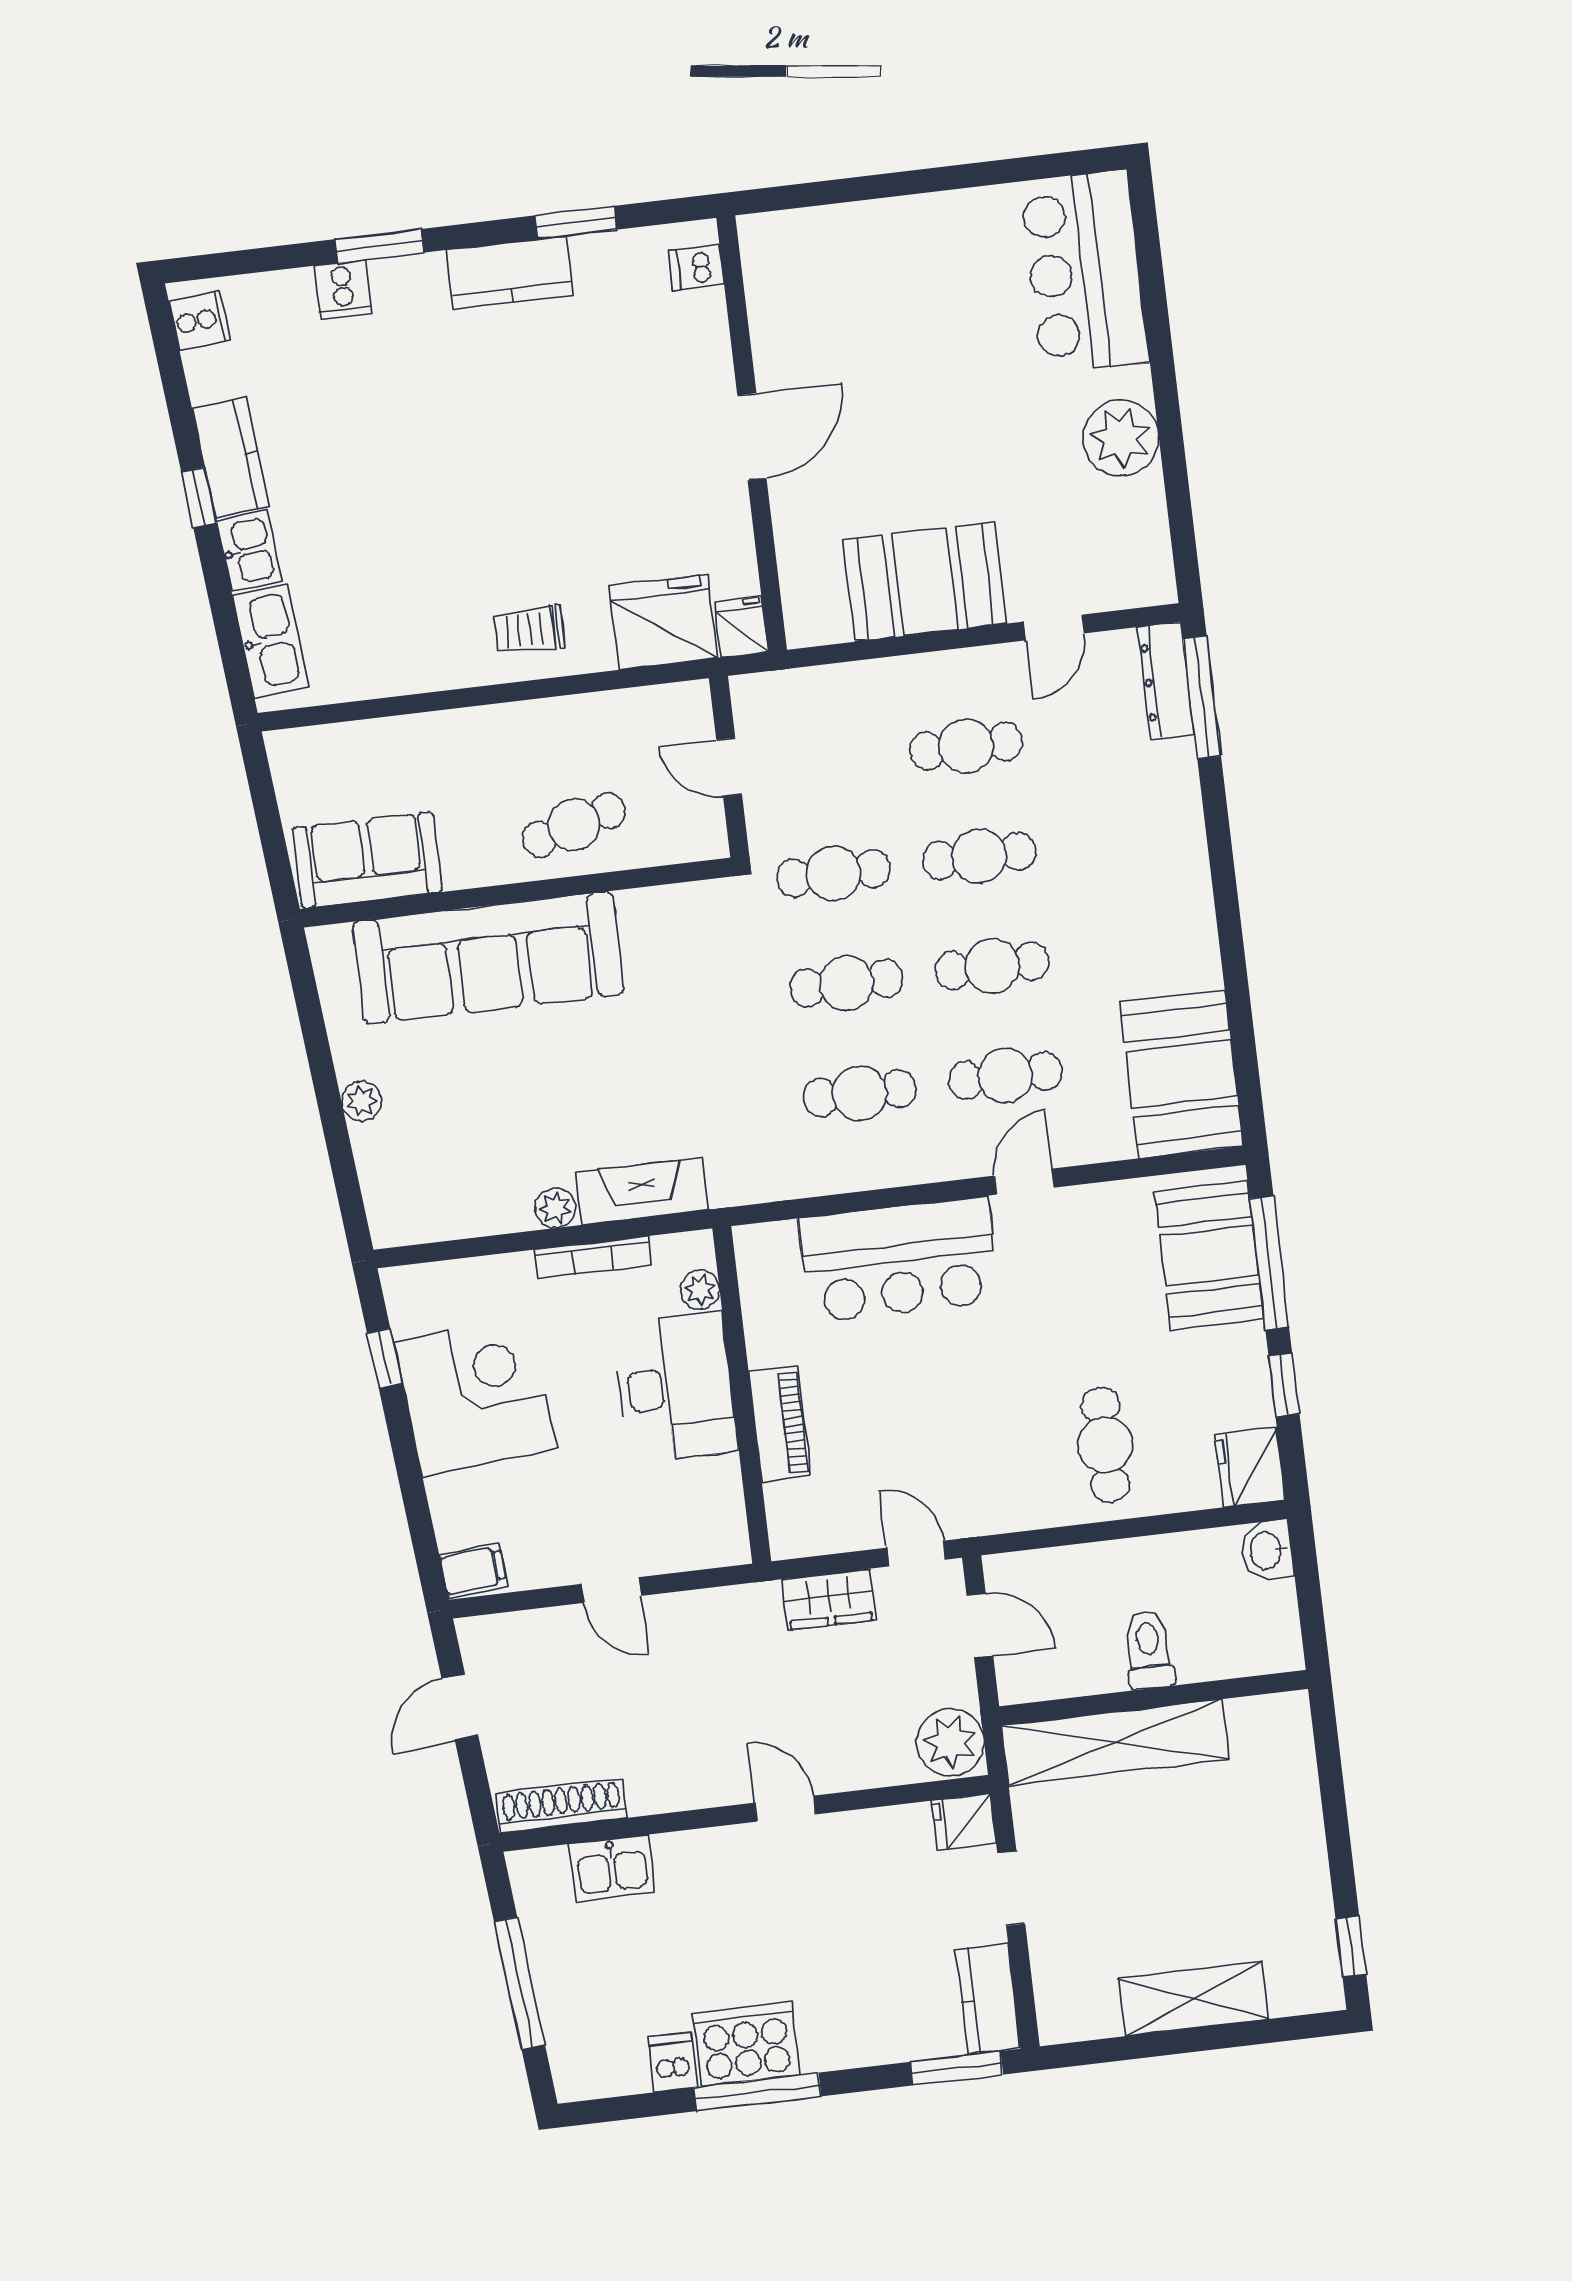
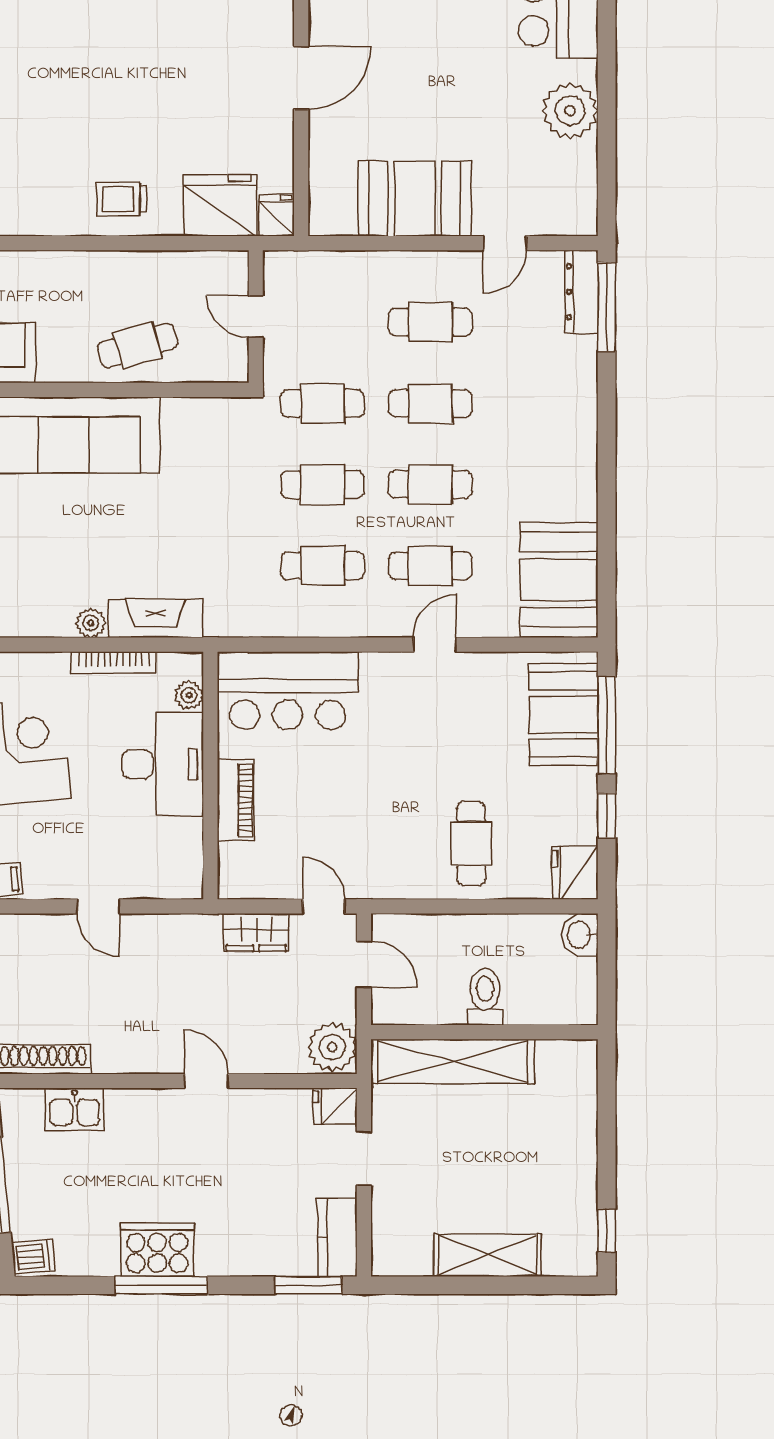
bar counter: (899, 1260) -> (288, 691), moved
dishwasher: (673, 2062) -> (33, 1257), moved, turned 85

